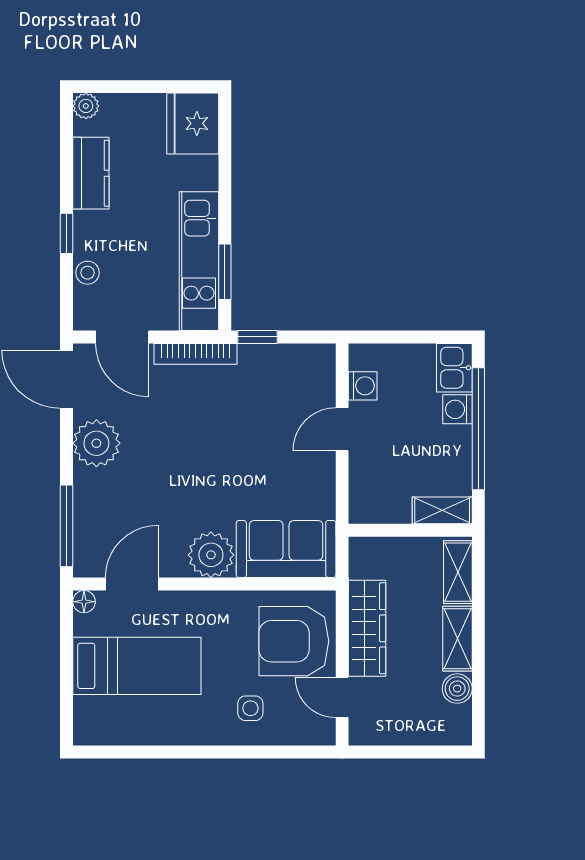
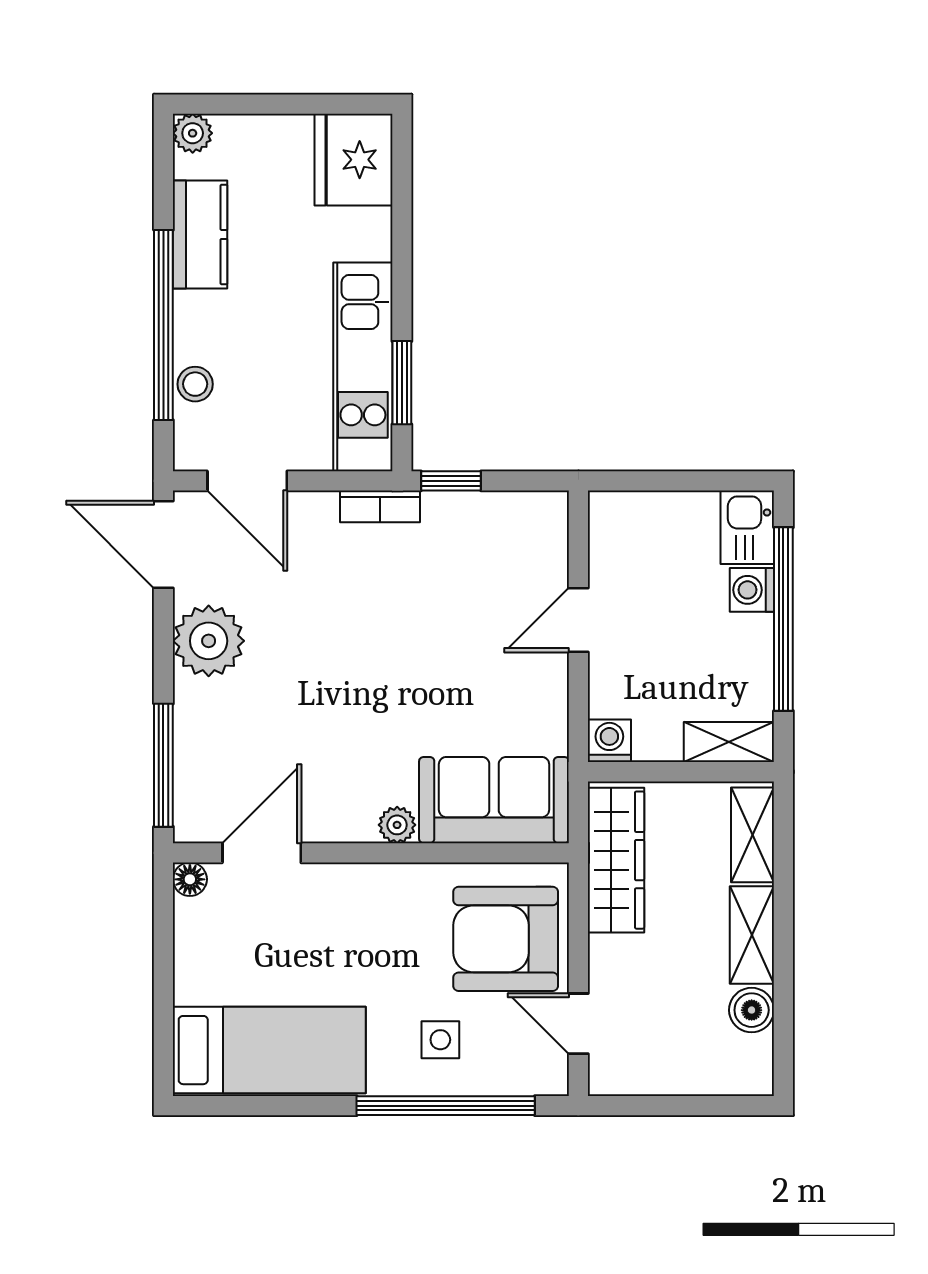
window: (66, 233) -> (163, 325), width x3.17
bookcase: (195, 354) -> (380, 506), width x0.64
washing machine: (363, 386) -> (609, 741), moved, turned -90
plant: (211, 555) -> (397, 825), width x0.53, depth x0.53
wardrobe: (367, 628) -> (616, 860), moved
bed: (137, 666) -> (269, 1050), moved
window: (254, 752) -> (446, 1106), added

